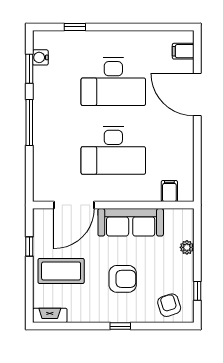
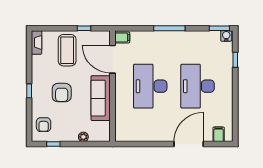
water cooler: (40, 57) -> (226, 36), moved
window: (29, 69) -> (219, 28), moved
filing cabinet: (169, 191) -> (122, 37), moved
armchair: (169, 305) -> (44, 125), turned 108

